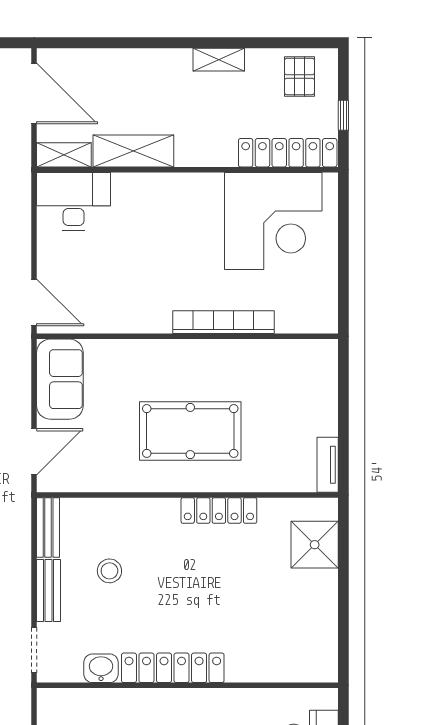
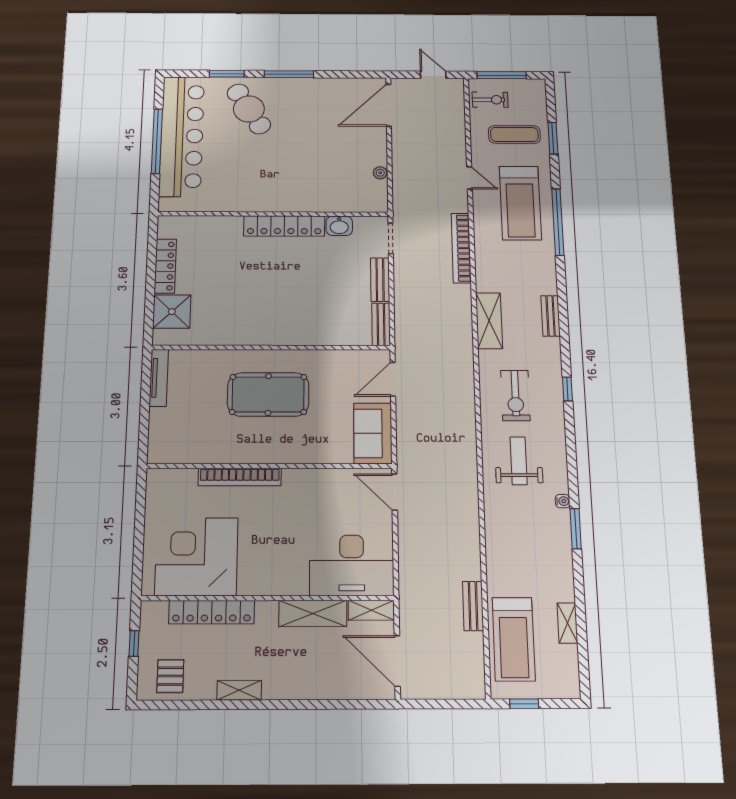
locker: (288, 153) -> (212, 612), moved
desk: (74, 201) -> (352, 565), width x1.36, depth x1.30
tv unit: (328, 465) -> (159, 378), width x1.41
locker: (219, 510) -> (165, 266), moved, turned 90
stool: (109, 571) -> (333, 293), removed

